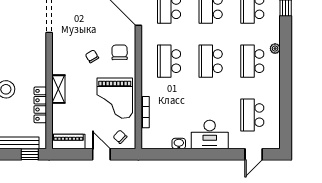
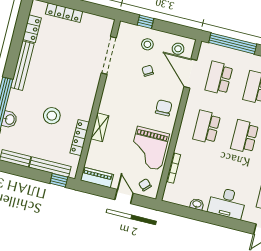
chair: (92, 56) -> (148, 71), moved

